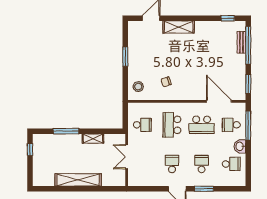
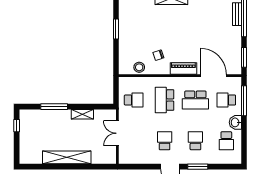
stool: (138, 87) -> (139, 67), moved
piano: (190, 95) -> (183, 68), added
school desk: (231, 164) -> (226, 141), turned 90

